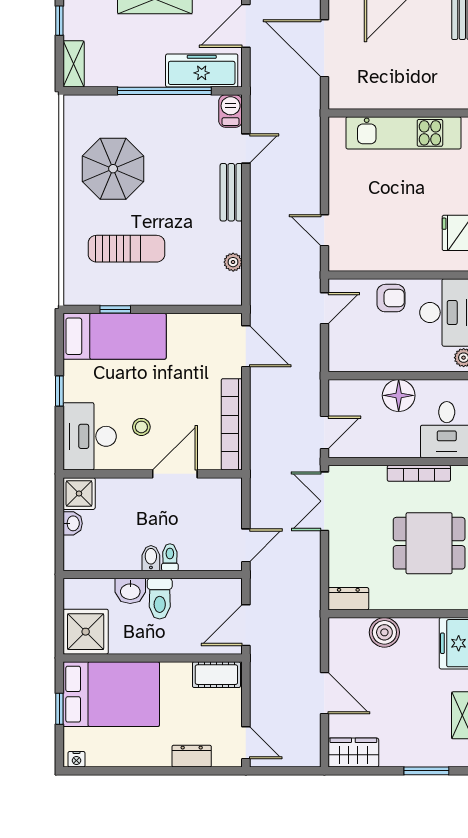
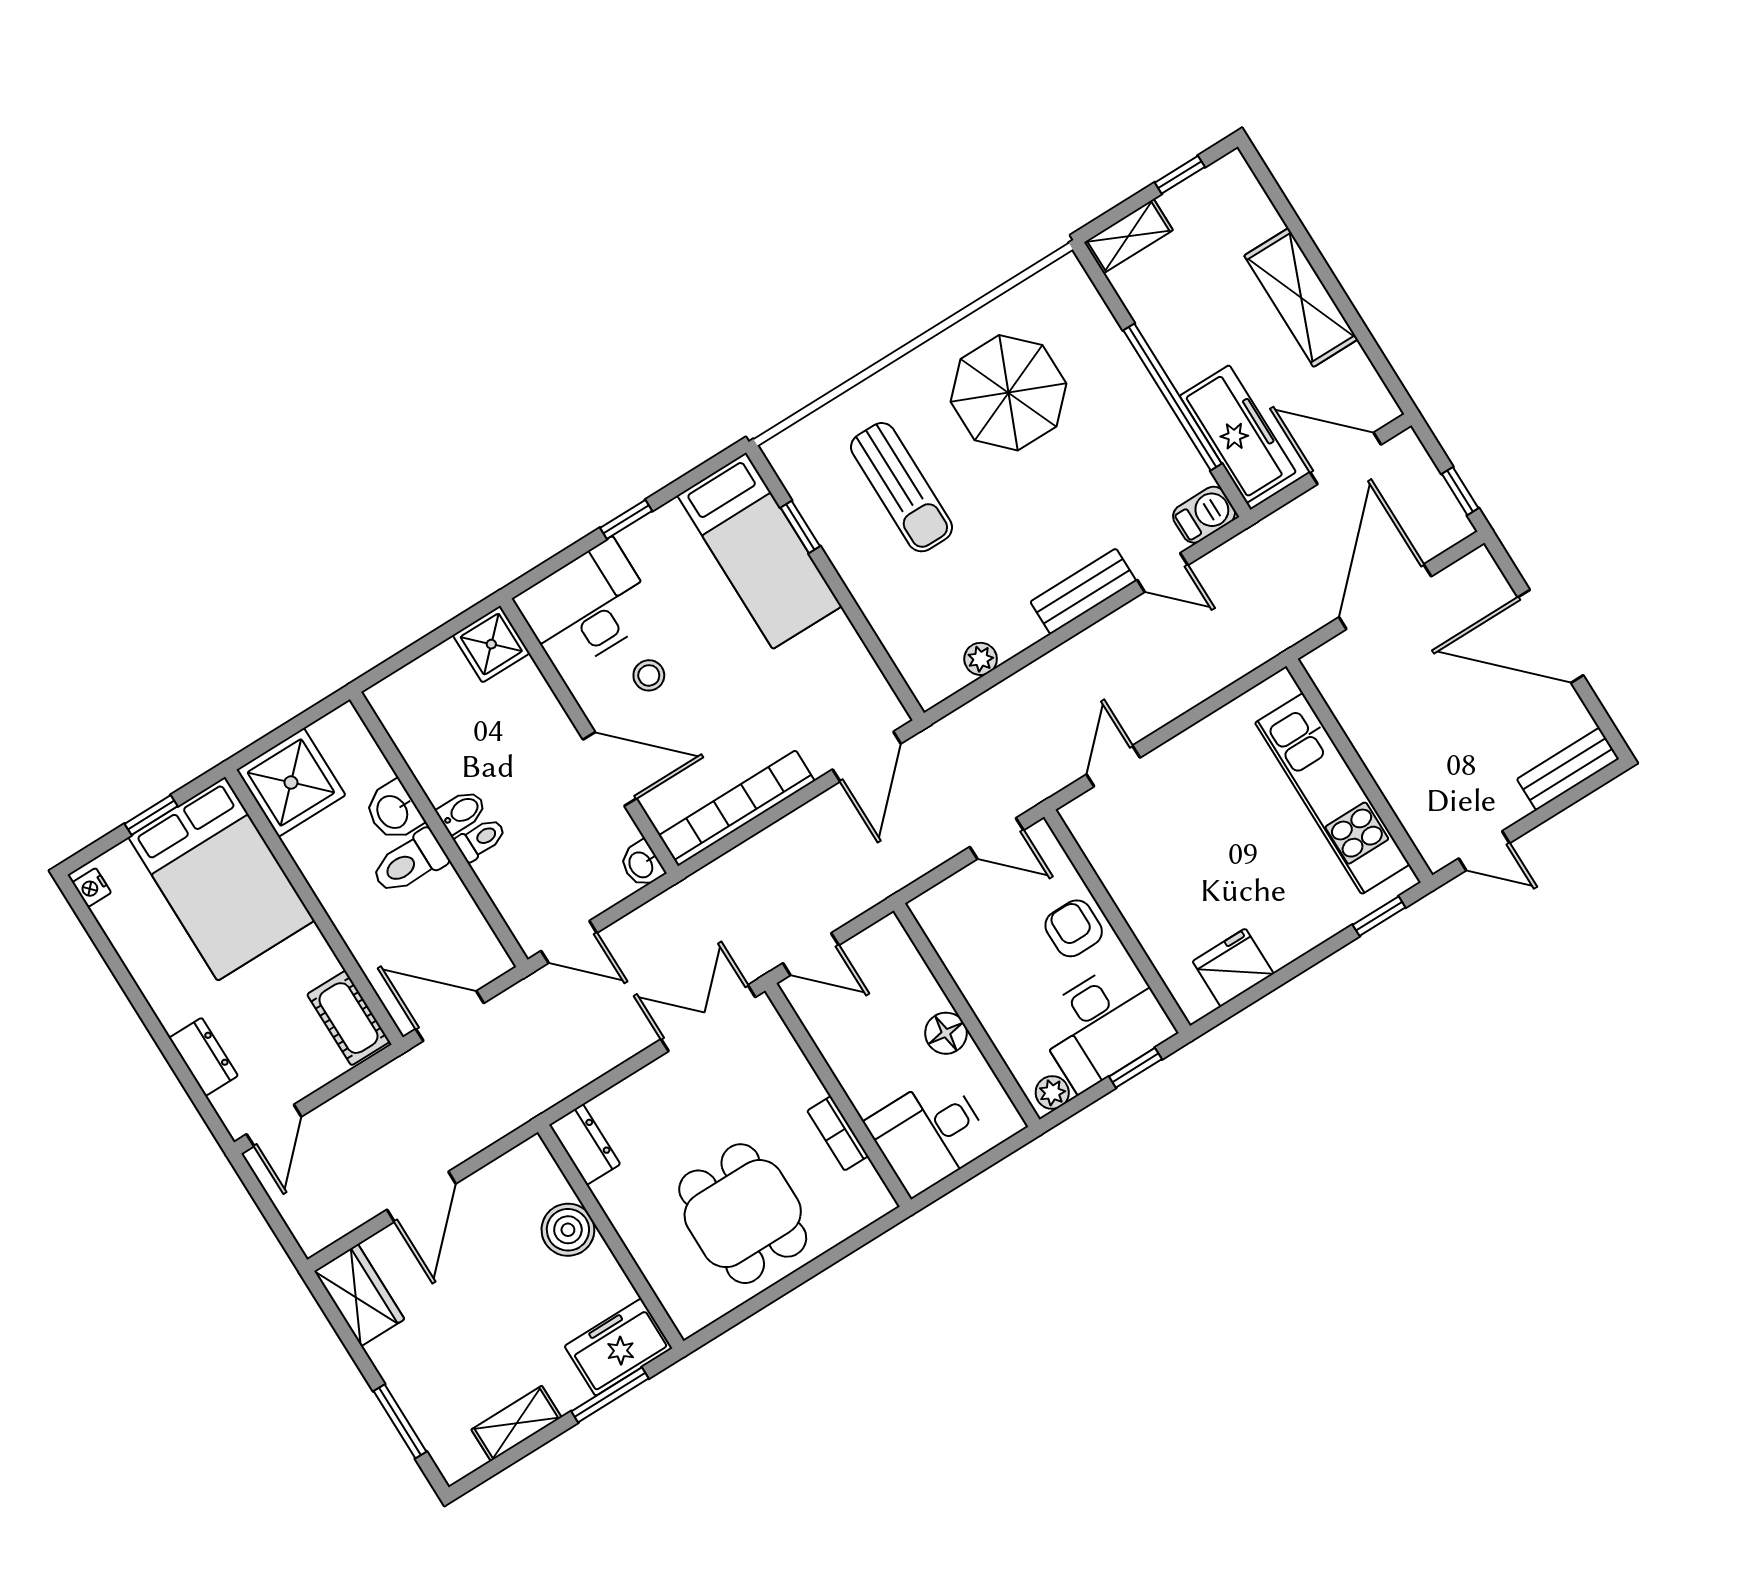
armchair: (391, 298) -> (1074, 928), turned 180
floor lamp: (399, 395) -> (946, 1033), width x0.73, depth x0.73
bookcase: (419, 473) -> (838, 1133), width x0.64
washbasin: (73, 523) -> (642, 864), moved, turned 90

